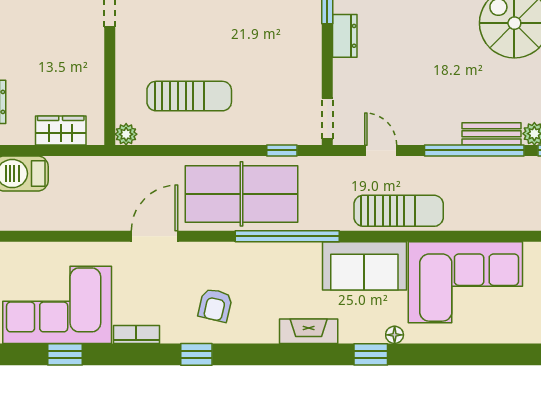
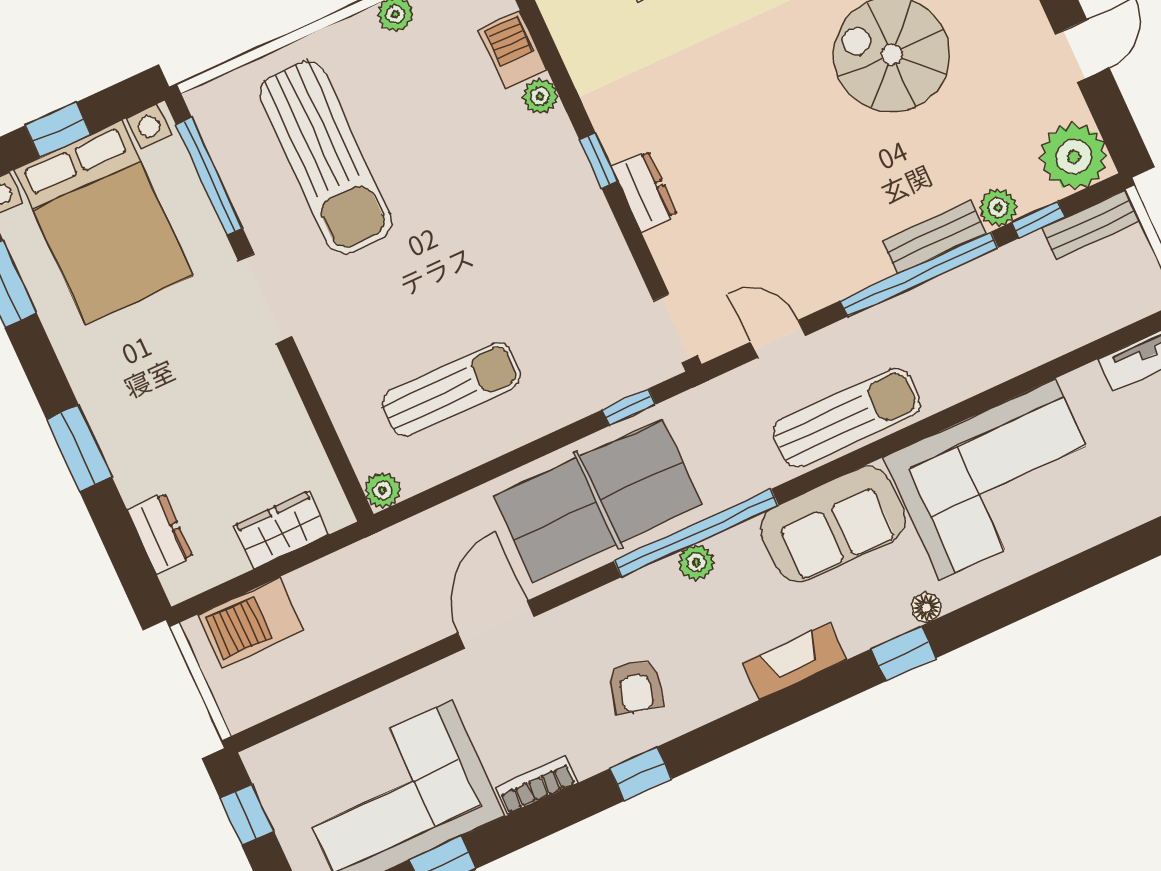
plant: (280, 252) -> (696, 562), added

